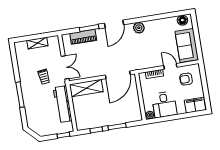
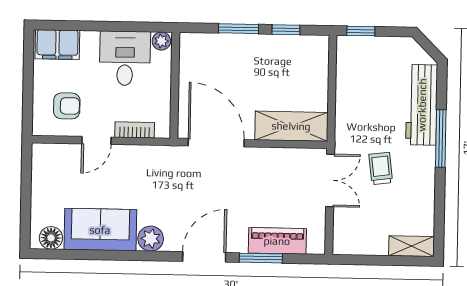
shelving: (37, 43) -> (411, 246), moved
sofa: (187, 46) -> (100, 230), moved, turned -90
door: (170, 66) -> (96, 140), hinge flipped
double door: (65, 67) -> (330, 180), swing flipped
door: (118, 75) -> (216, 143), hinge flipped
workbench: (63, 104) -> (422, 105), moved, turned 180

